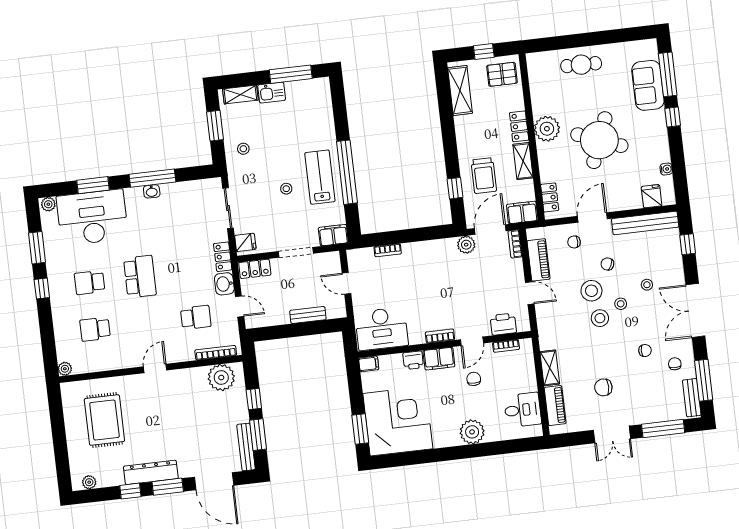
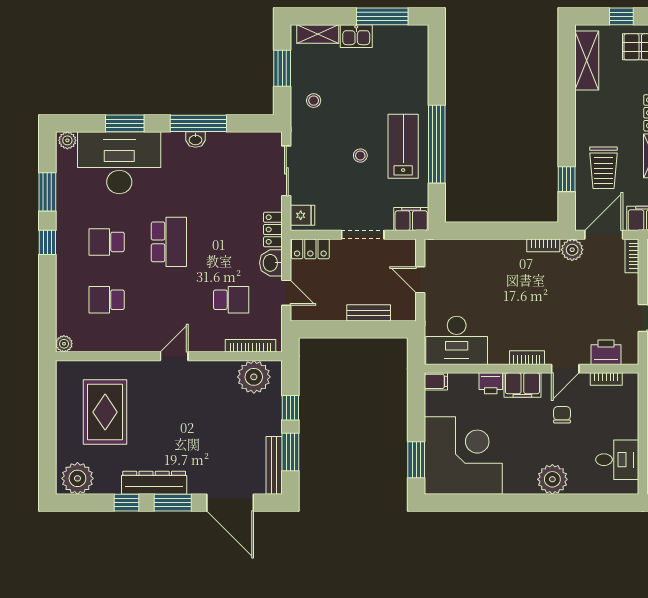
bookcase: (388, 250) -> (543, 245), moved
plant: (89, 482) -> (77, 478), width x1.88, depth x1.88

